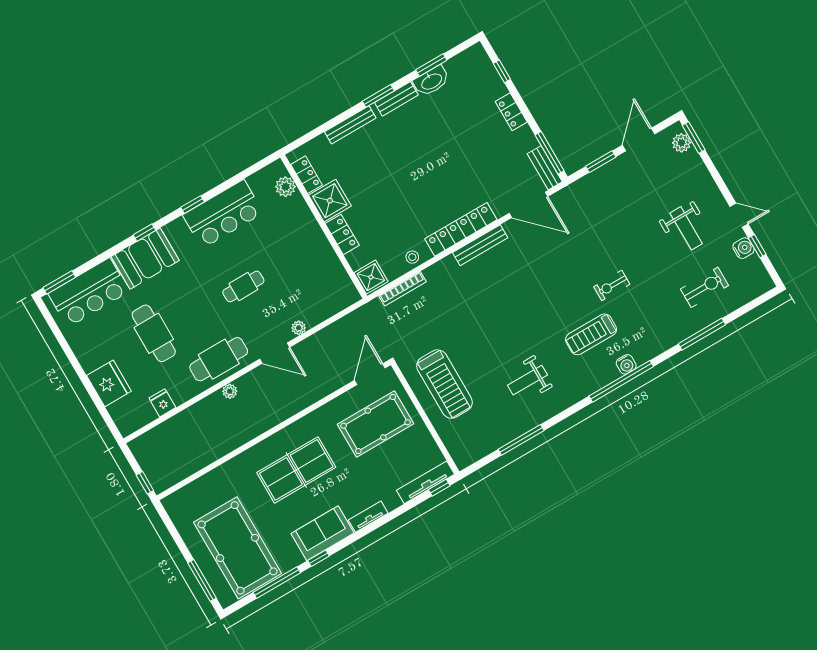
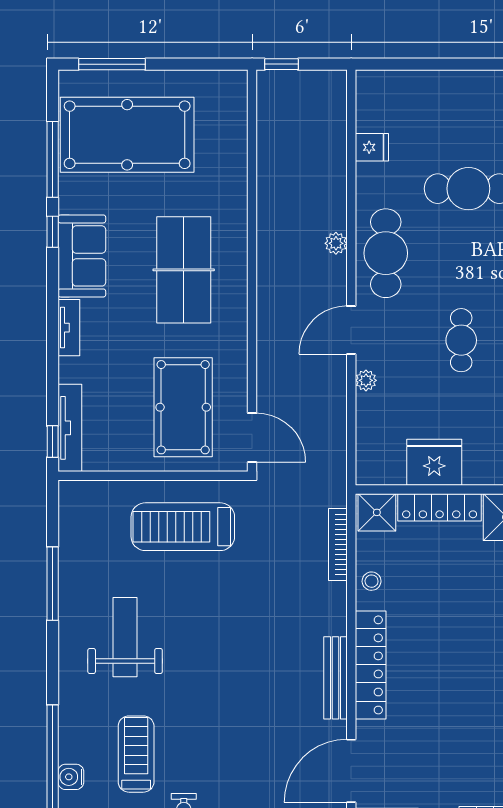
locker: (342, 234) -> (440, 507), width x1.53
weight bench: (527, 380) -> (125, 637), width x1.36, depth x1.33
fridge: (109, 383) -> (434, 462), moved, turned 180

